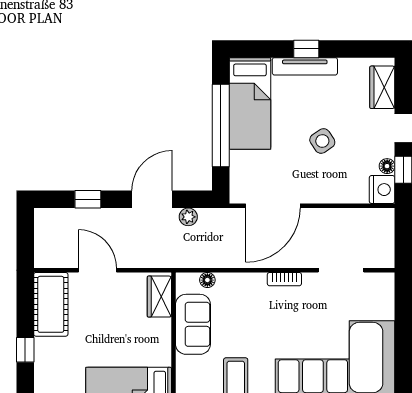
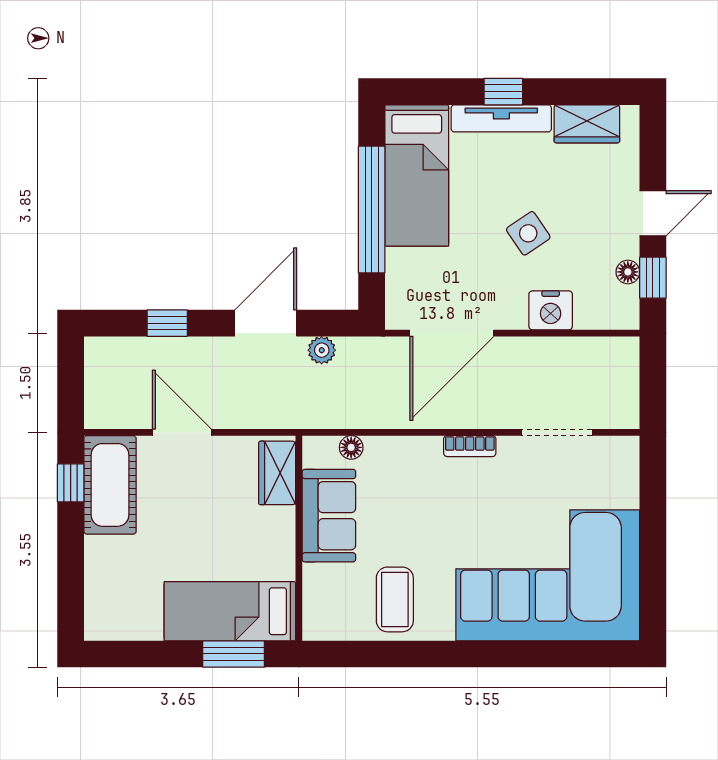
wardrobe: (382, 87) -> (587, 124), moved, turned -90
nightstand: (382, 190) -> (551, 310), moved, turned 90
window: (25, 350) -> (71, 483), moved

